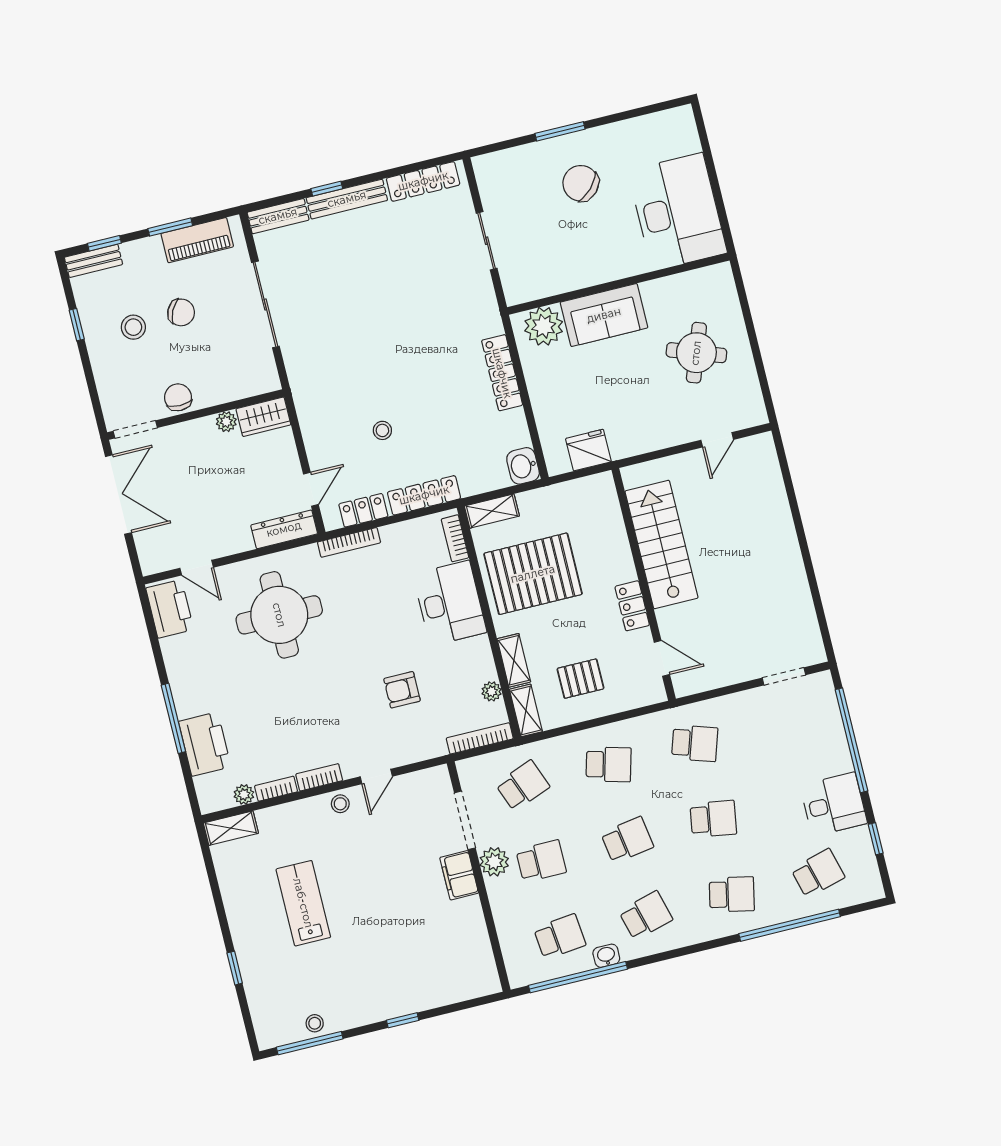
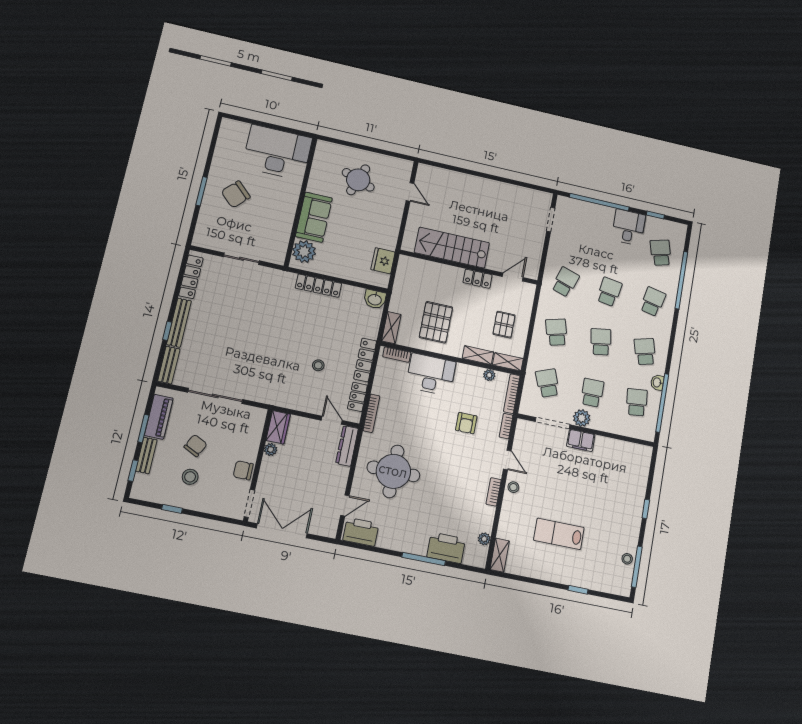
bench: (93, 261) -> (146, 455), moved
pallet: (533, 574) -> (436, 322), width x0.73, depth x0.71
school desk: (609, 764) -> (556, 332), turned -30
bookcase: (276, 789) -> (506, 426), moved

